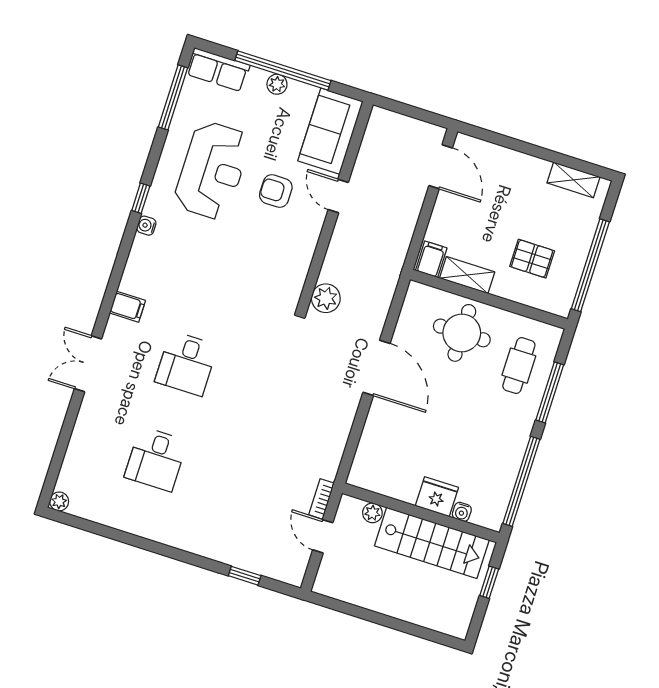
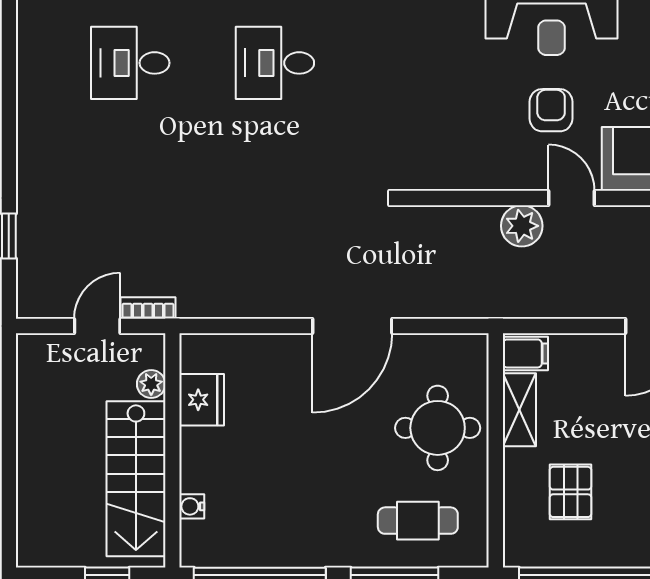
door: (338, 196) -> (572, 198), hinge flipped
plant: (326, 298) -> (522, 226), moved
fridge: (437, 497) -> (202, 400), moved

